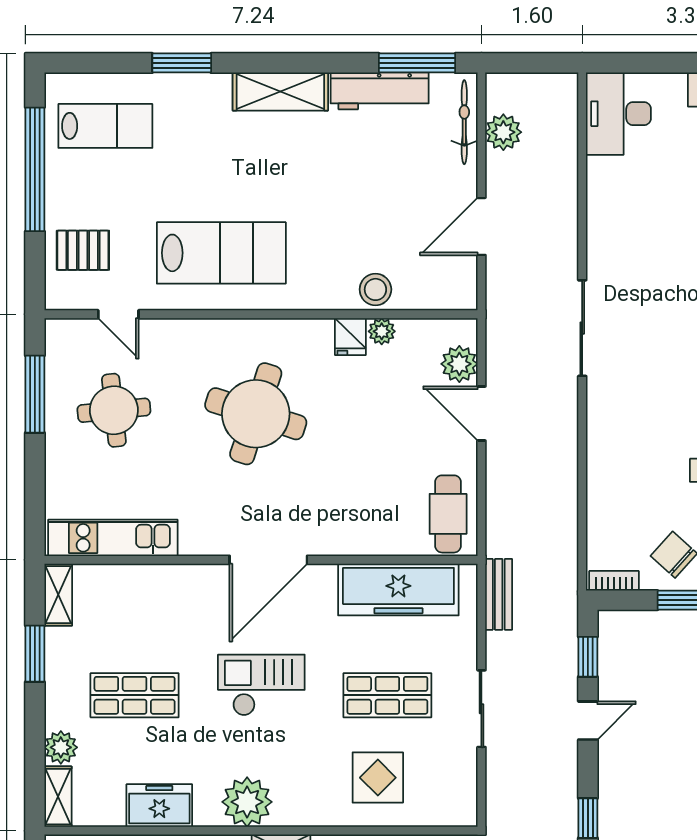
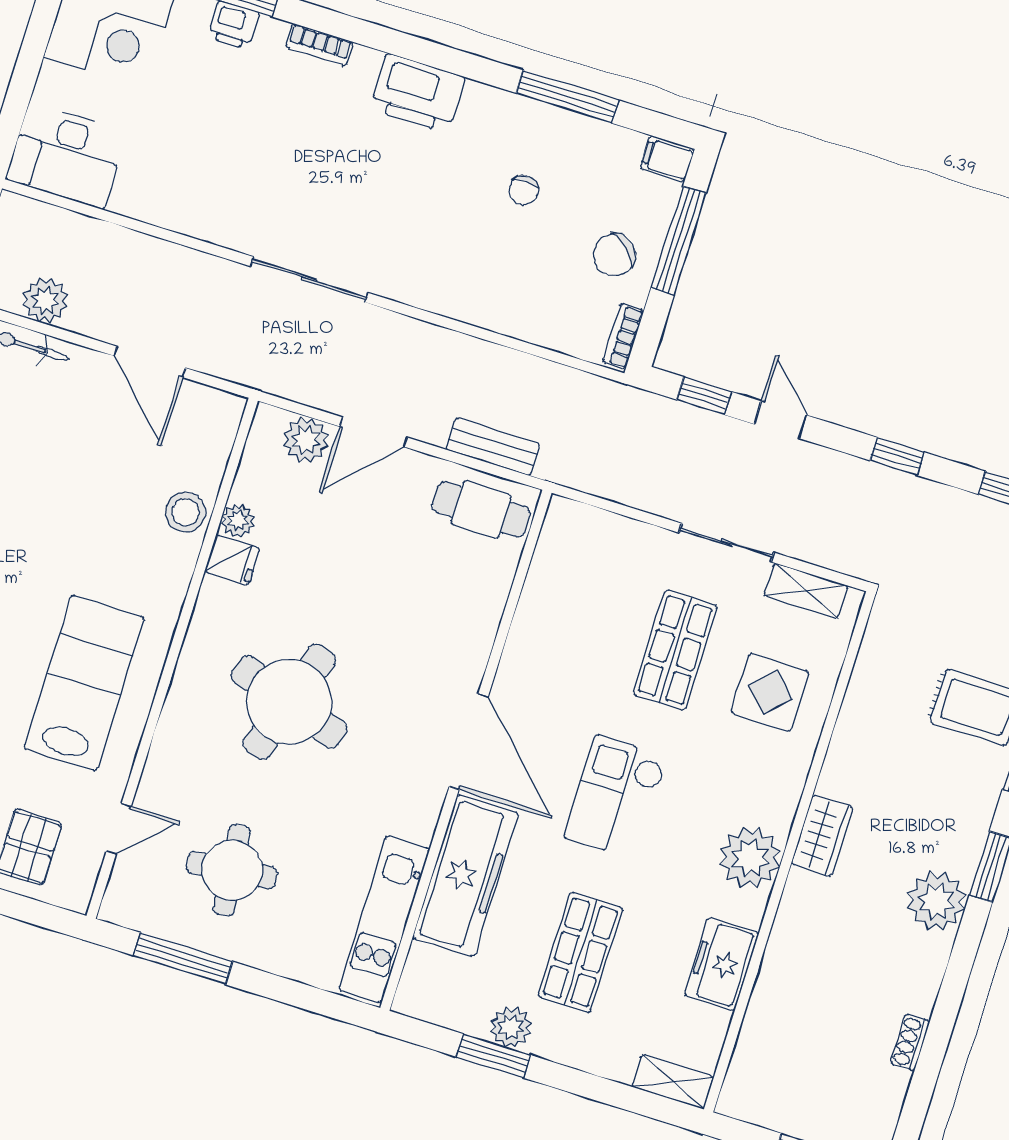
freezer: (398, 590) -> (466, 876), moved
bench: (499, 594) -> (493, 447), moved
shelving: (58, 595) -> (806, 591), moved
plant: (61, 747) -> (511, 1027), moved

